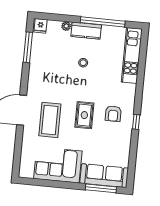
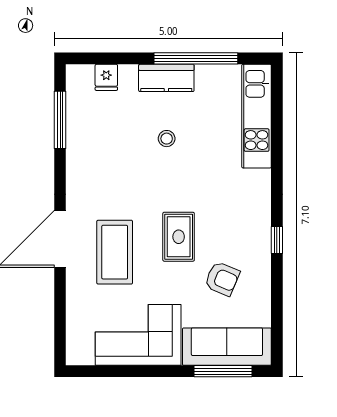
fridge: (41, 26) -> (106, 77), moved
plant: (66, 26) -> (128, 73), removed
armchair: (113, 114) -> (222, 279), moved, turned -67

